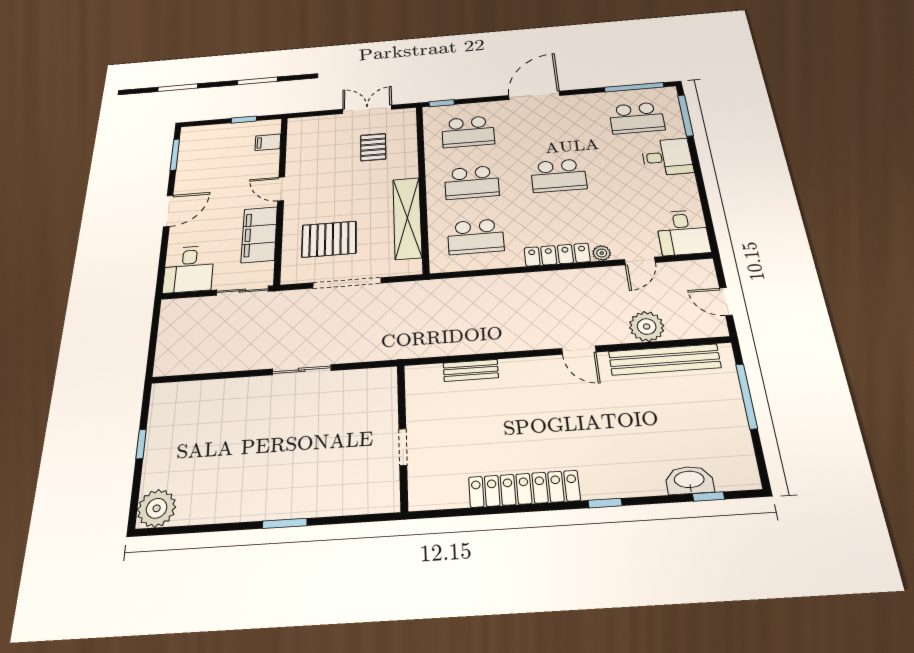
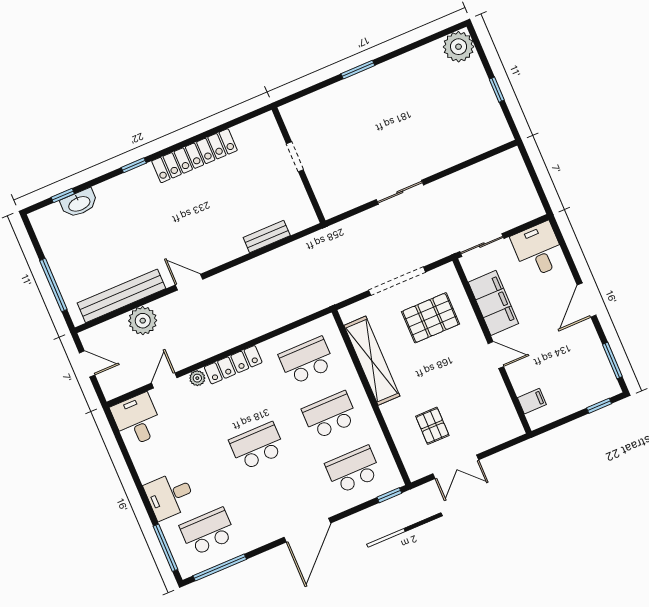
window: (244, 120) -> (599, 406), moved

